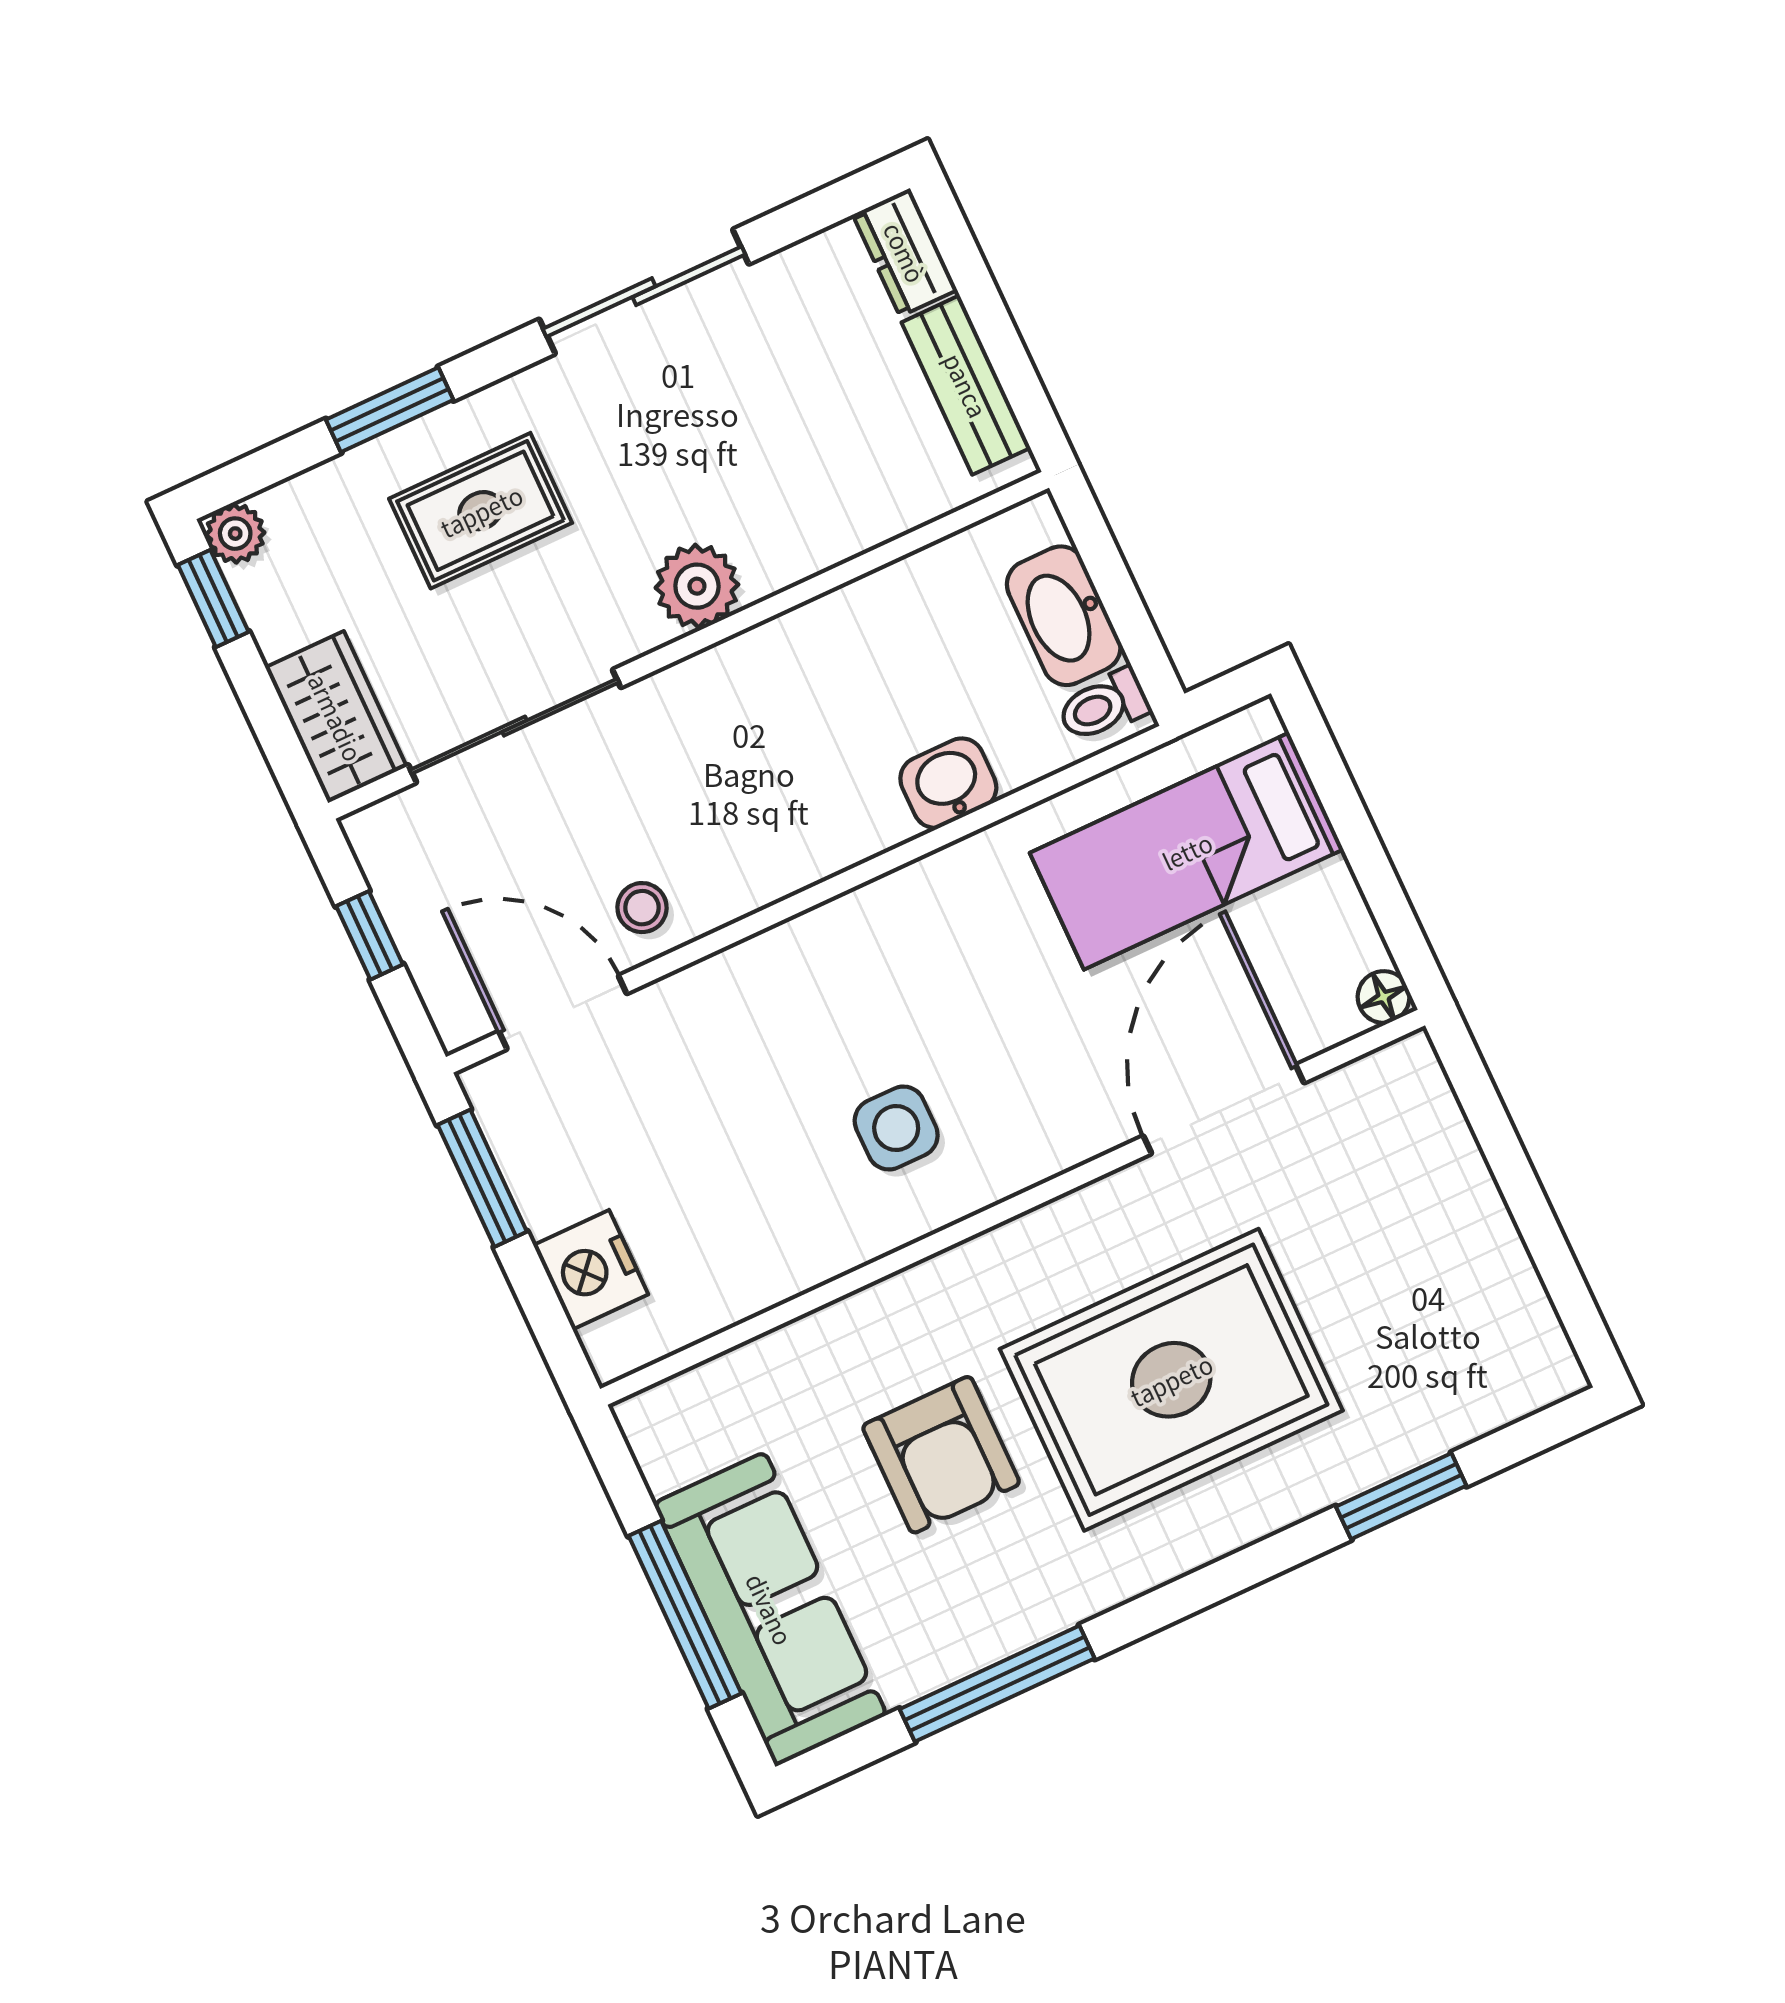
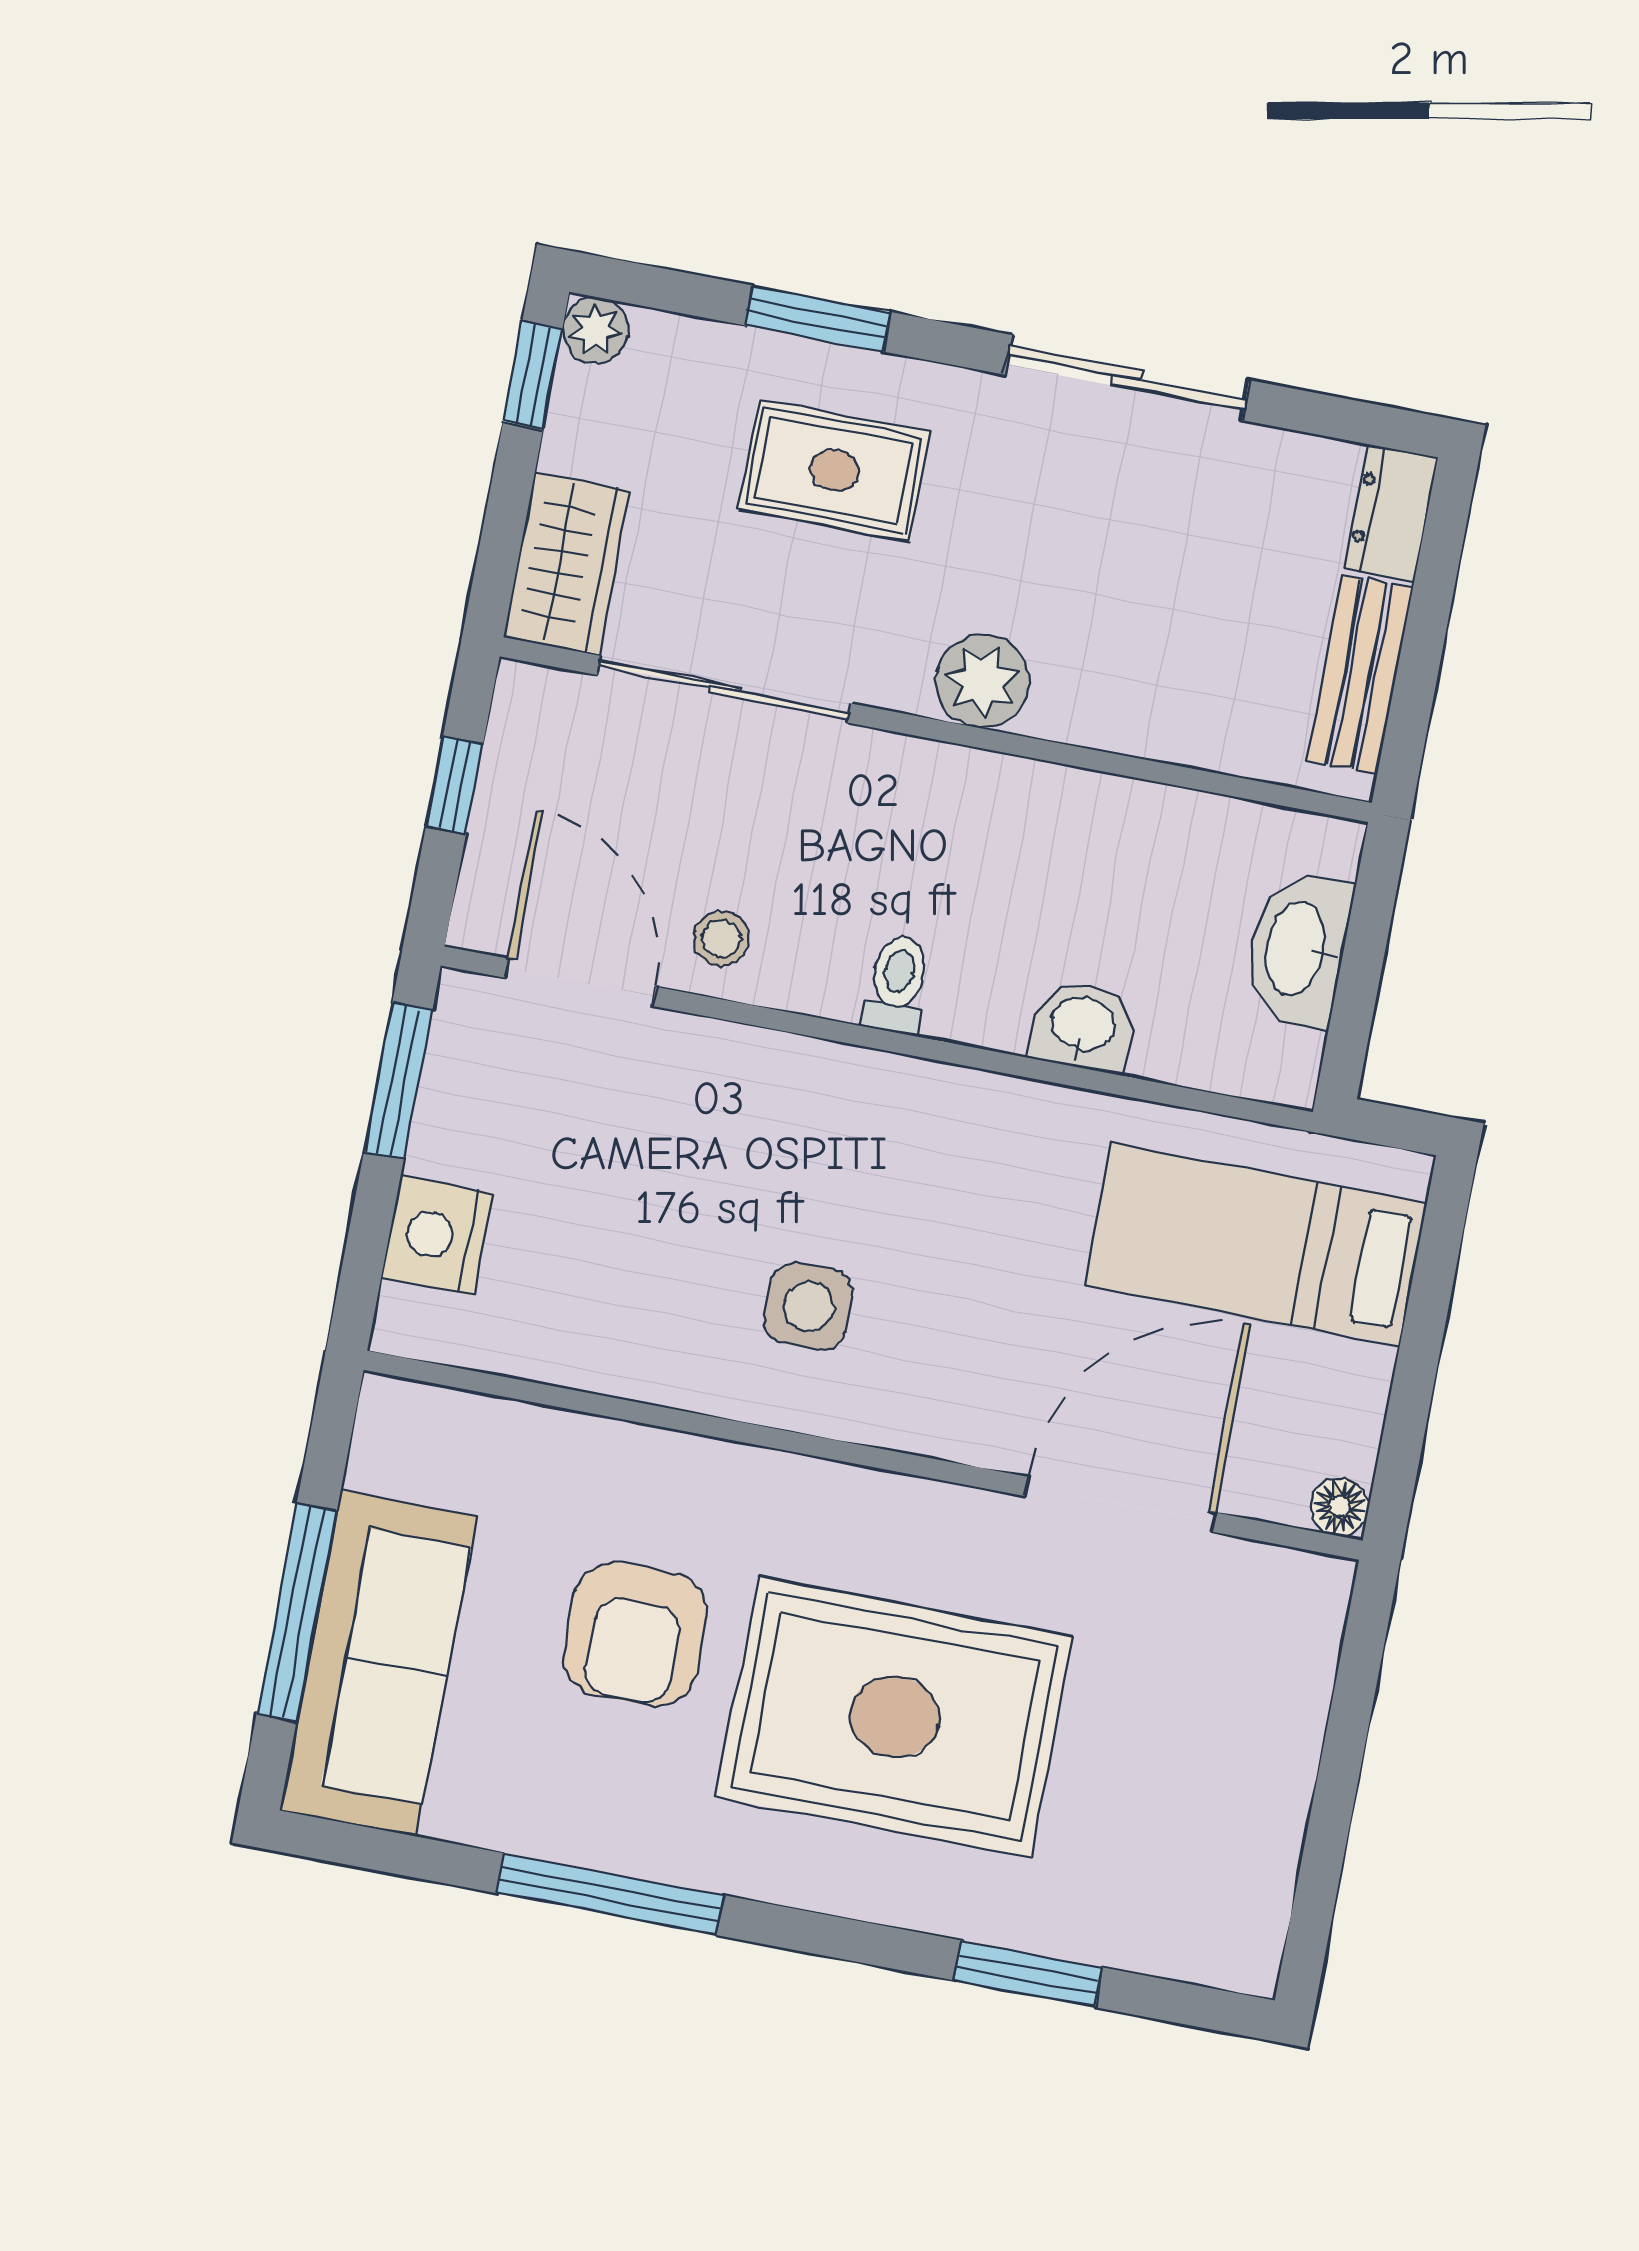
toilet: (1103, 706) -> (897, 984), moved, turned 90
window: (997, 1684) -> (610, 1894), moved

